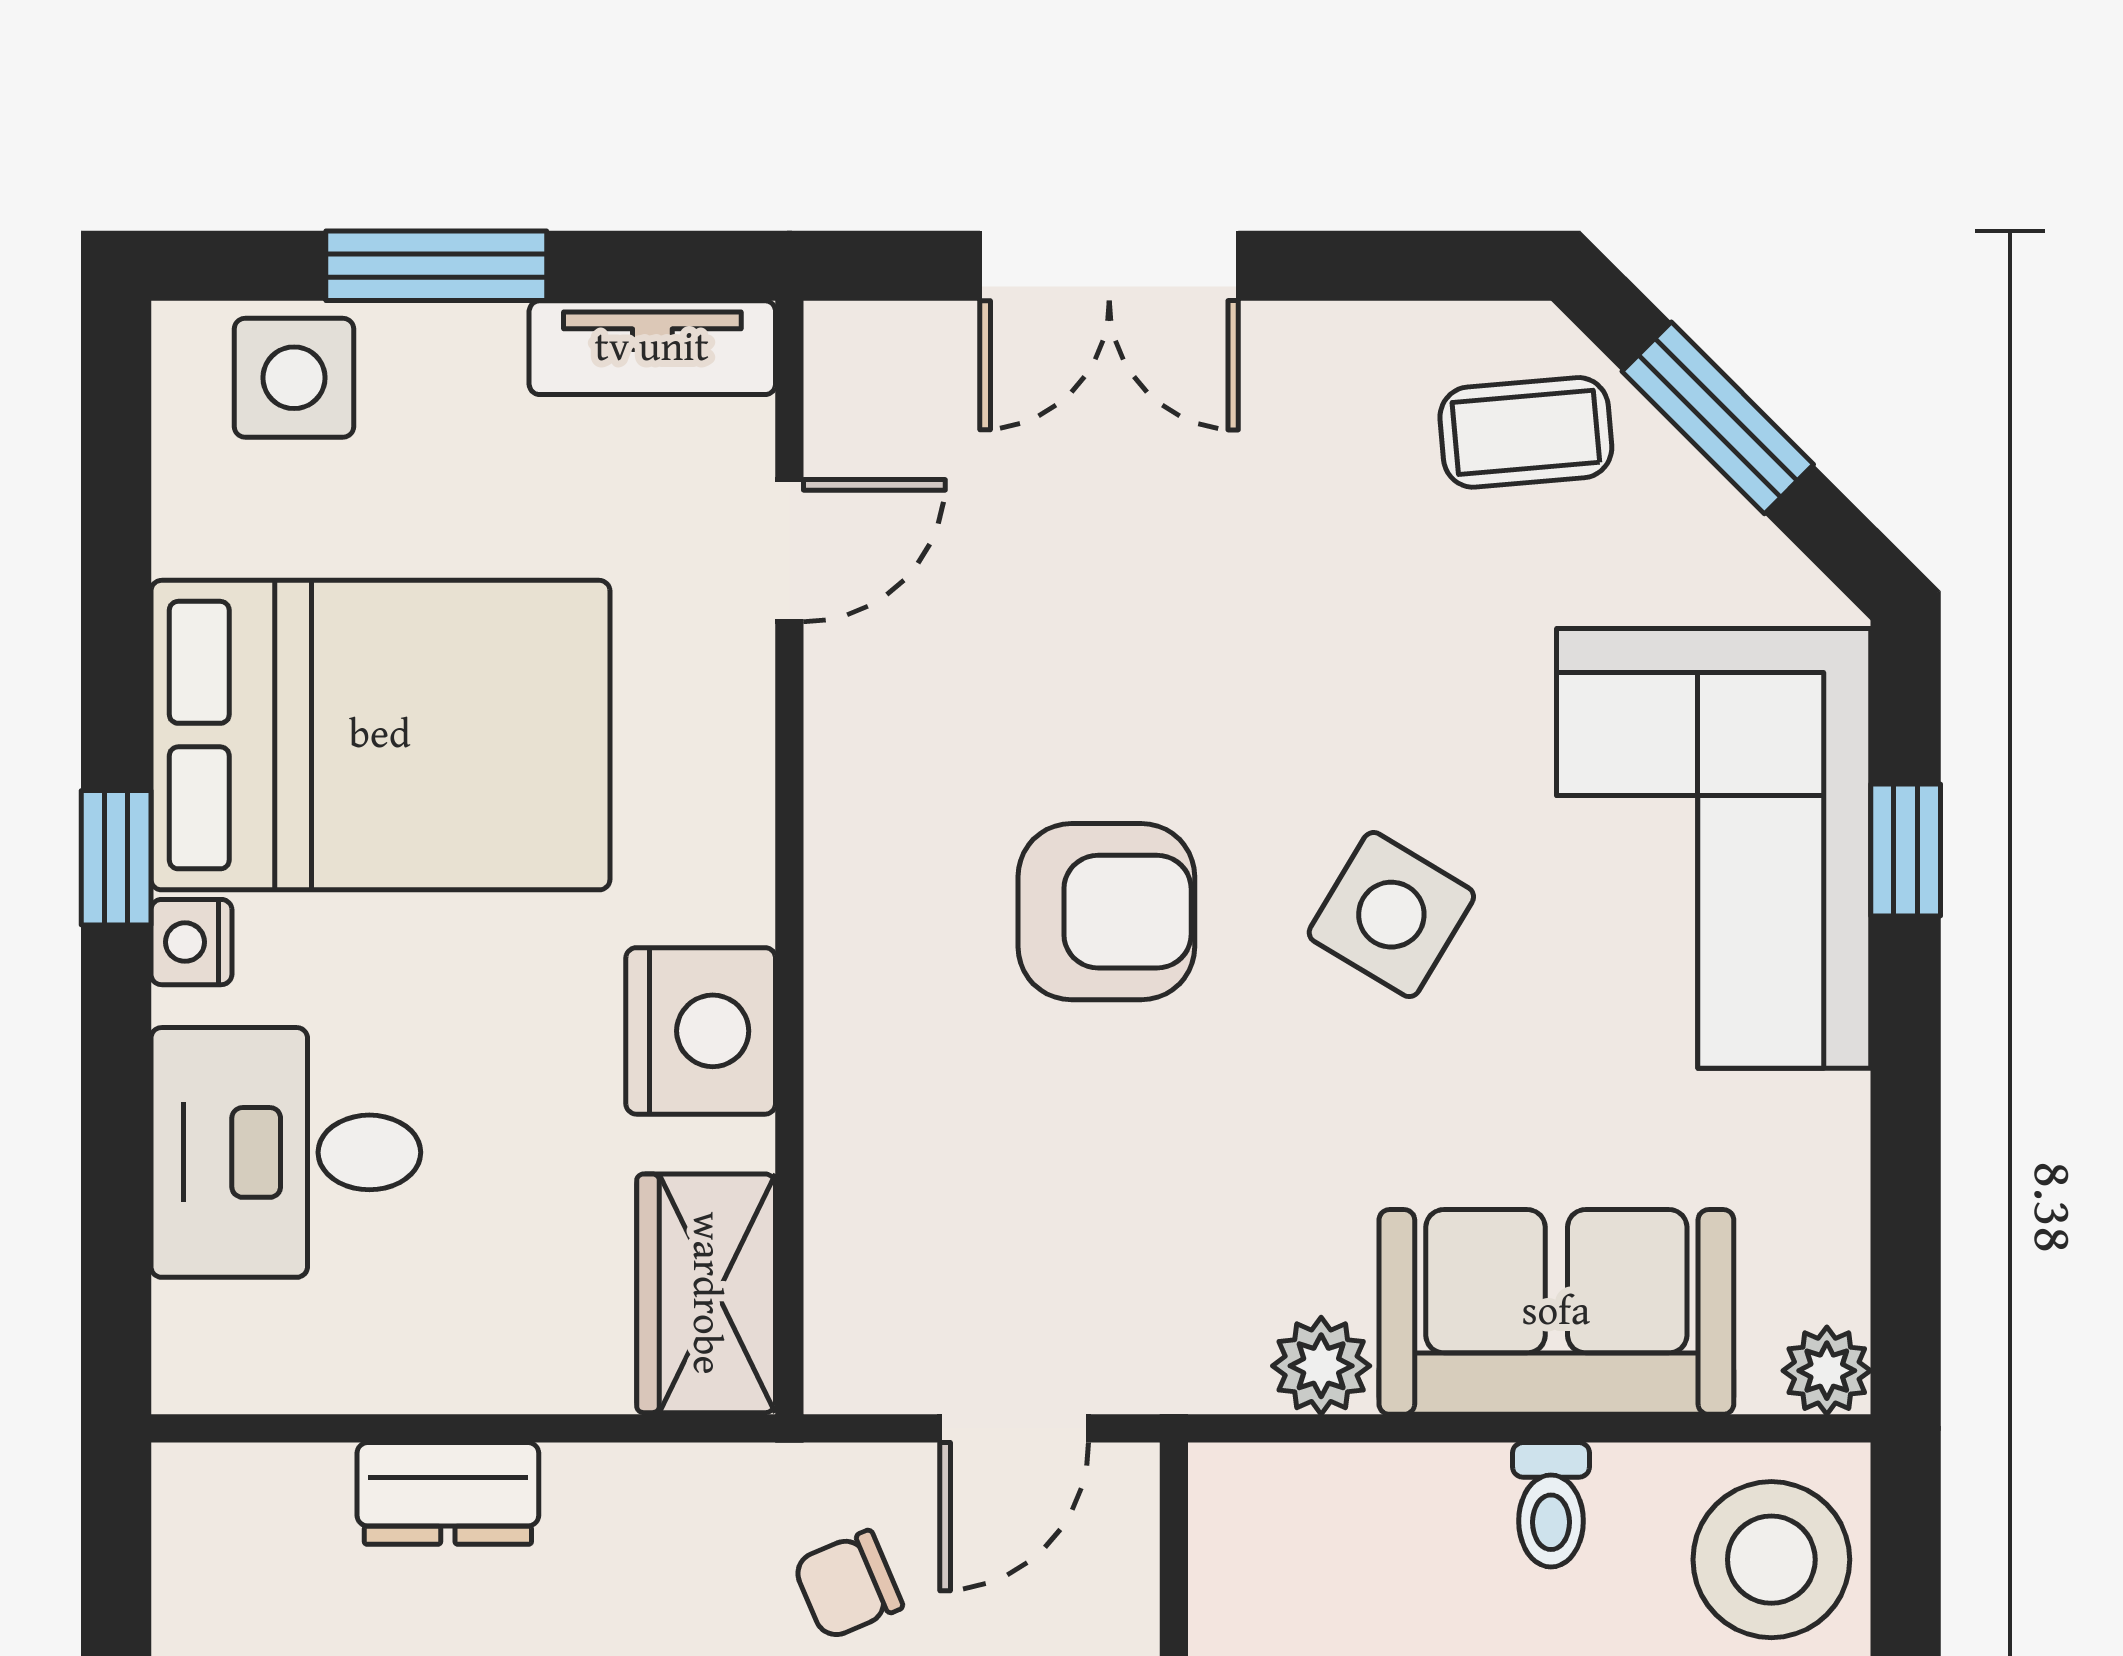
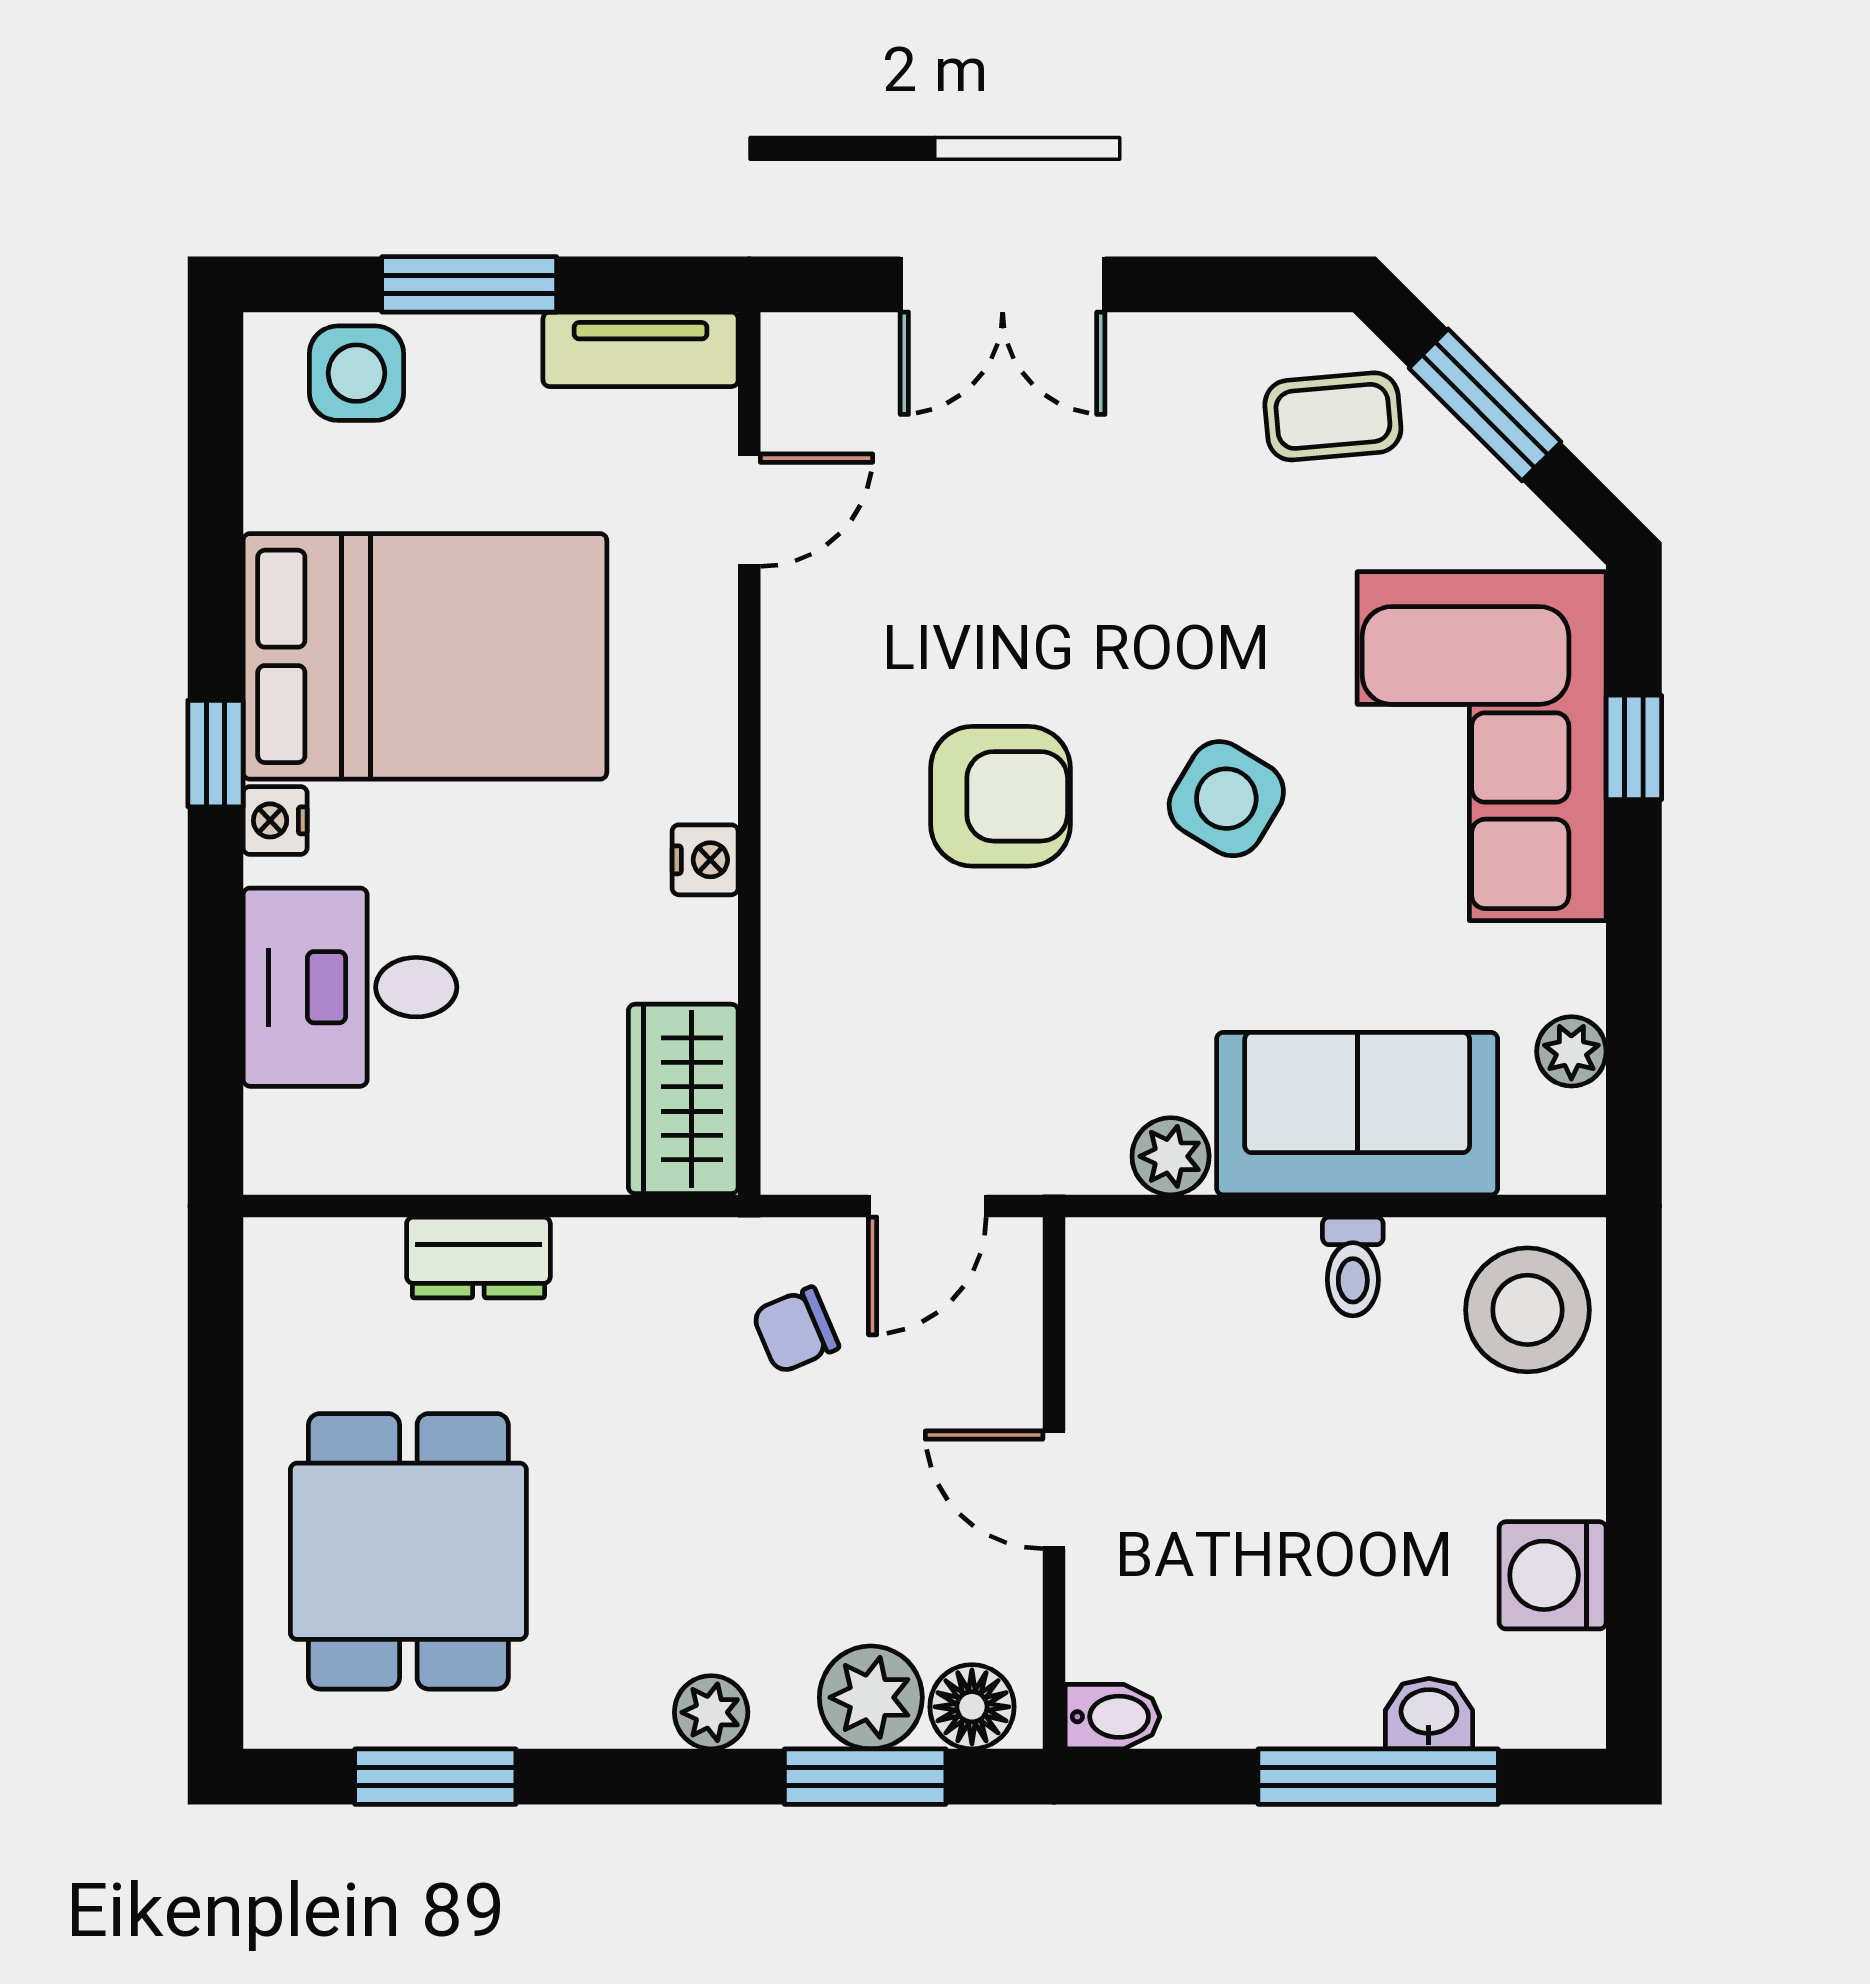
nightstand: (701, 1031) -> (705, 860), width x0.53, depth x0.56
plant: (1827, 1371) -> (1571, 1051), moved

